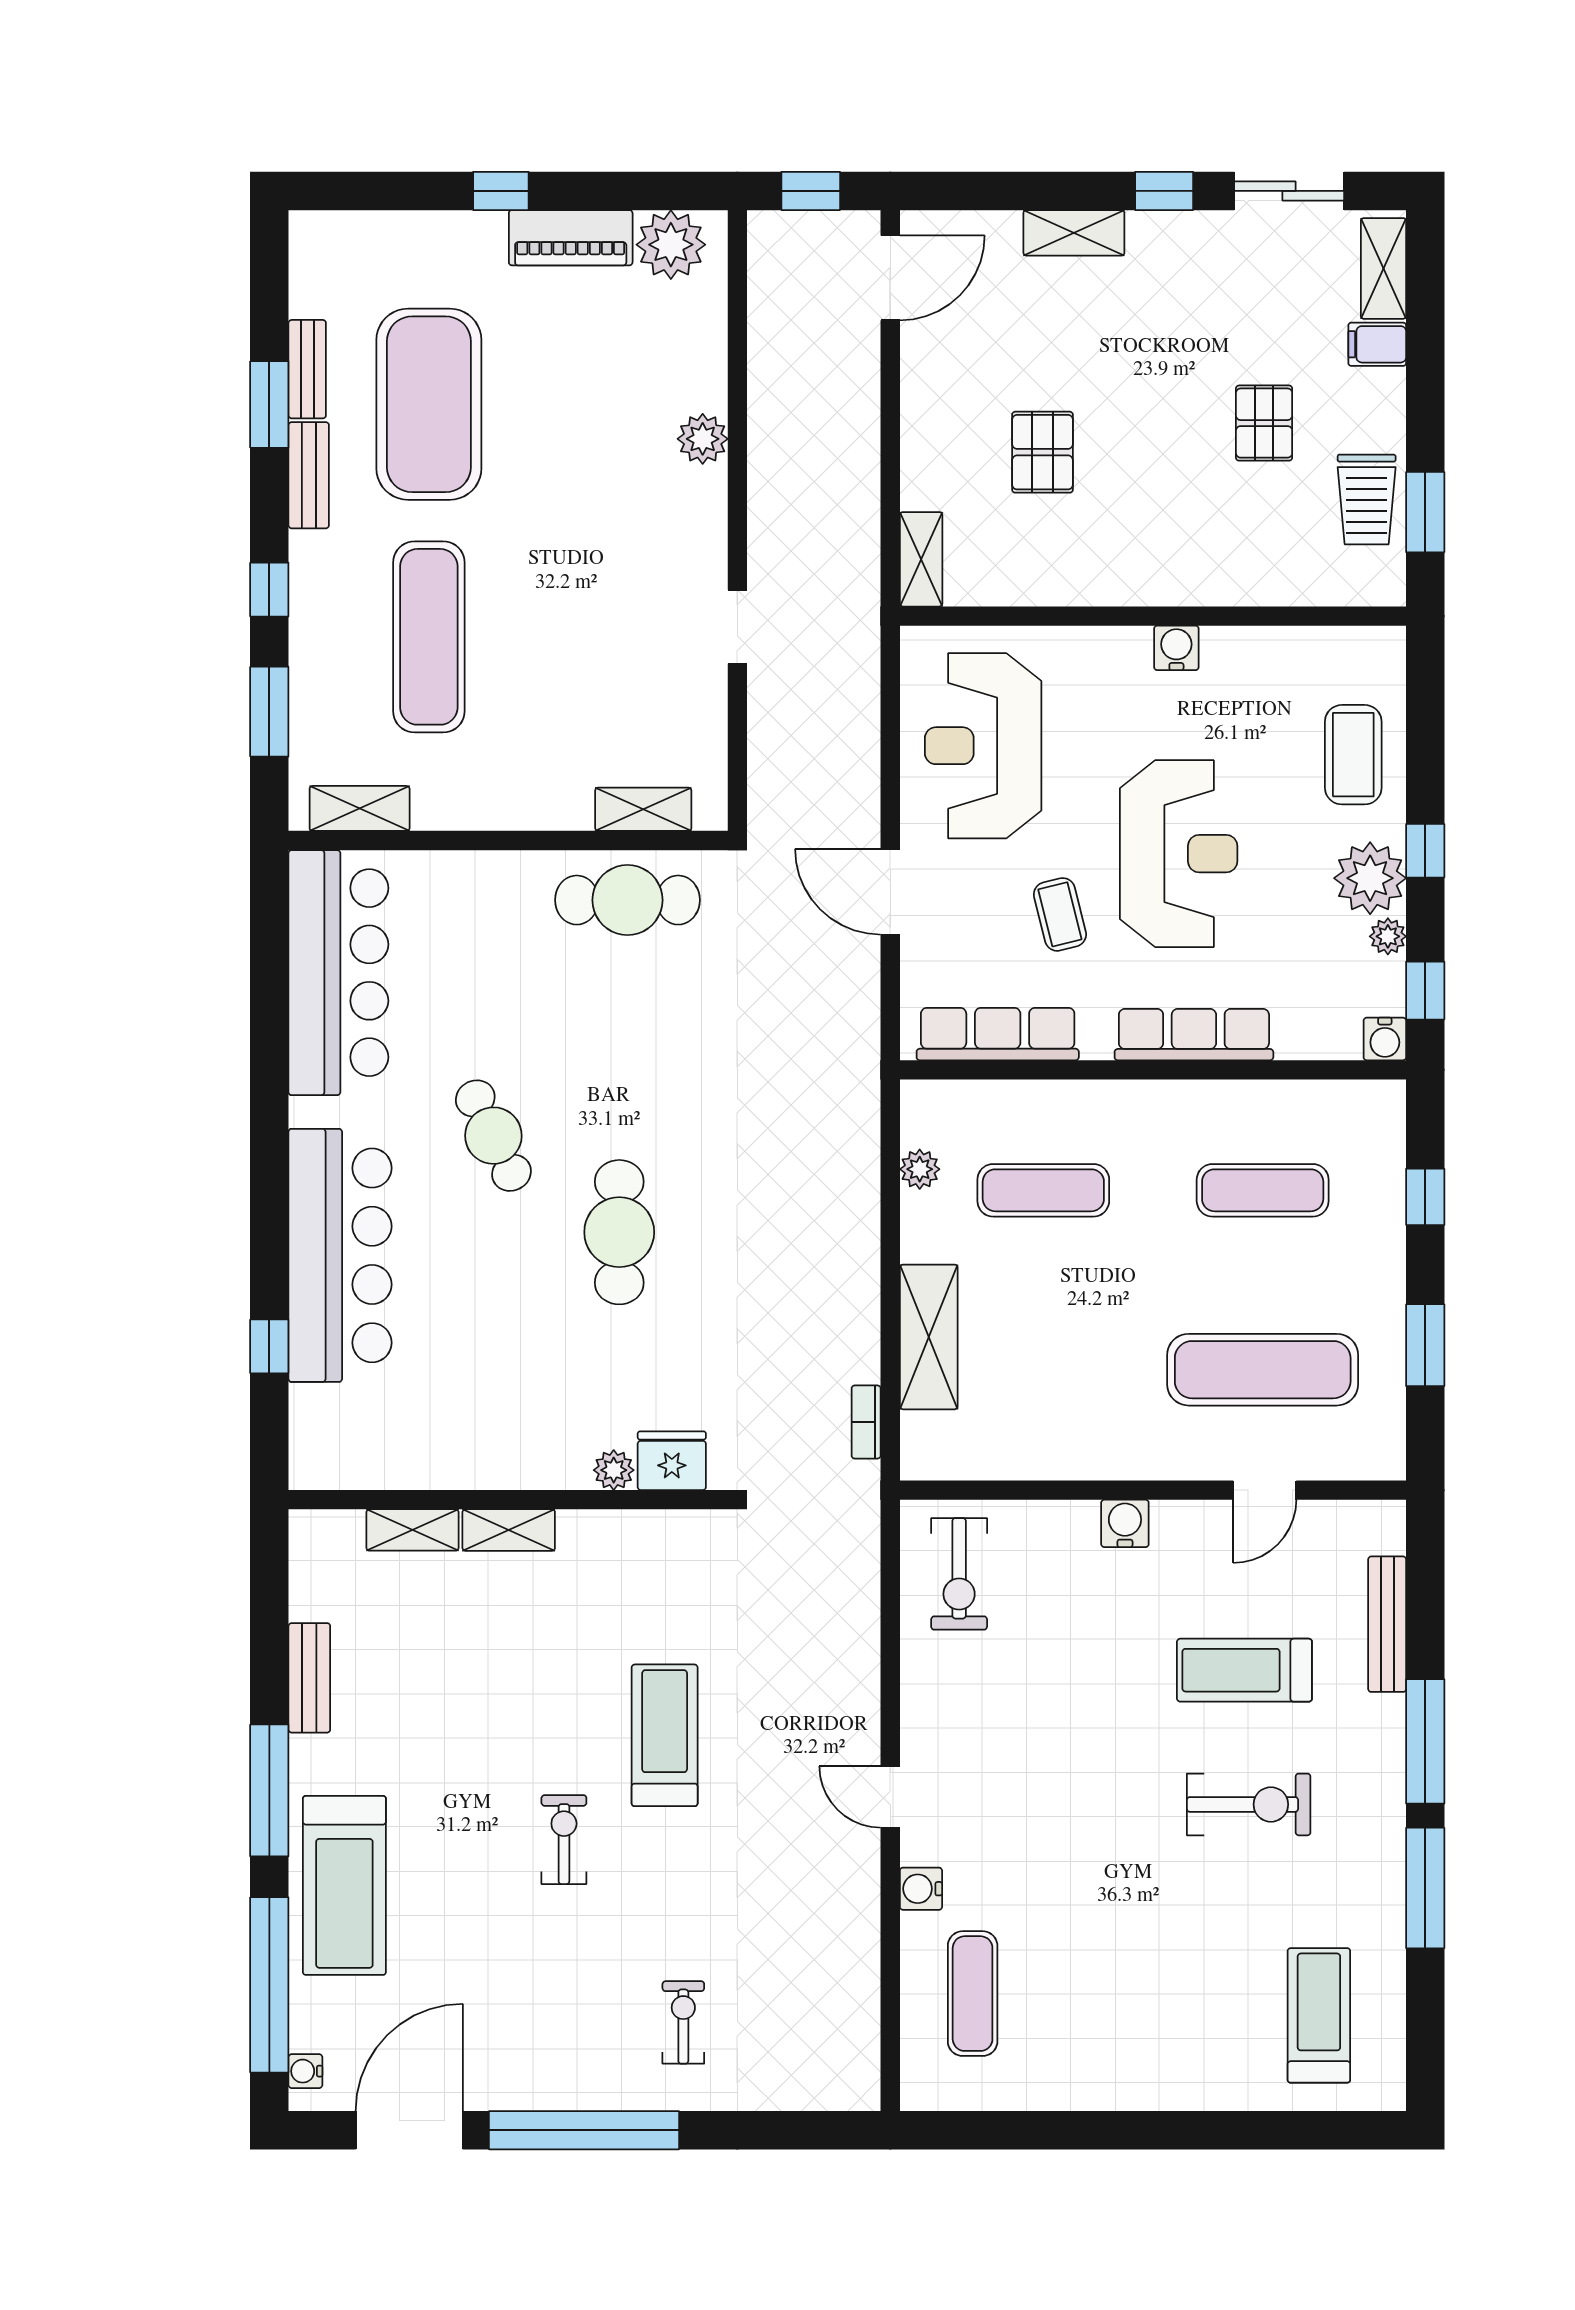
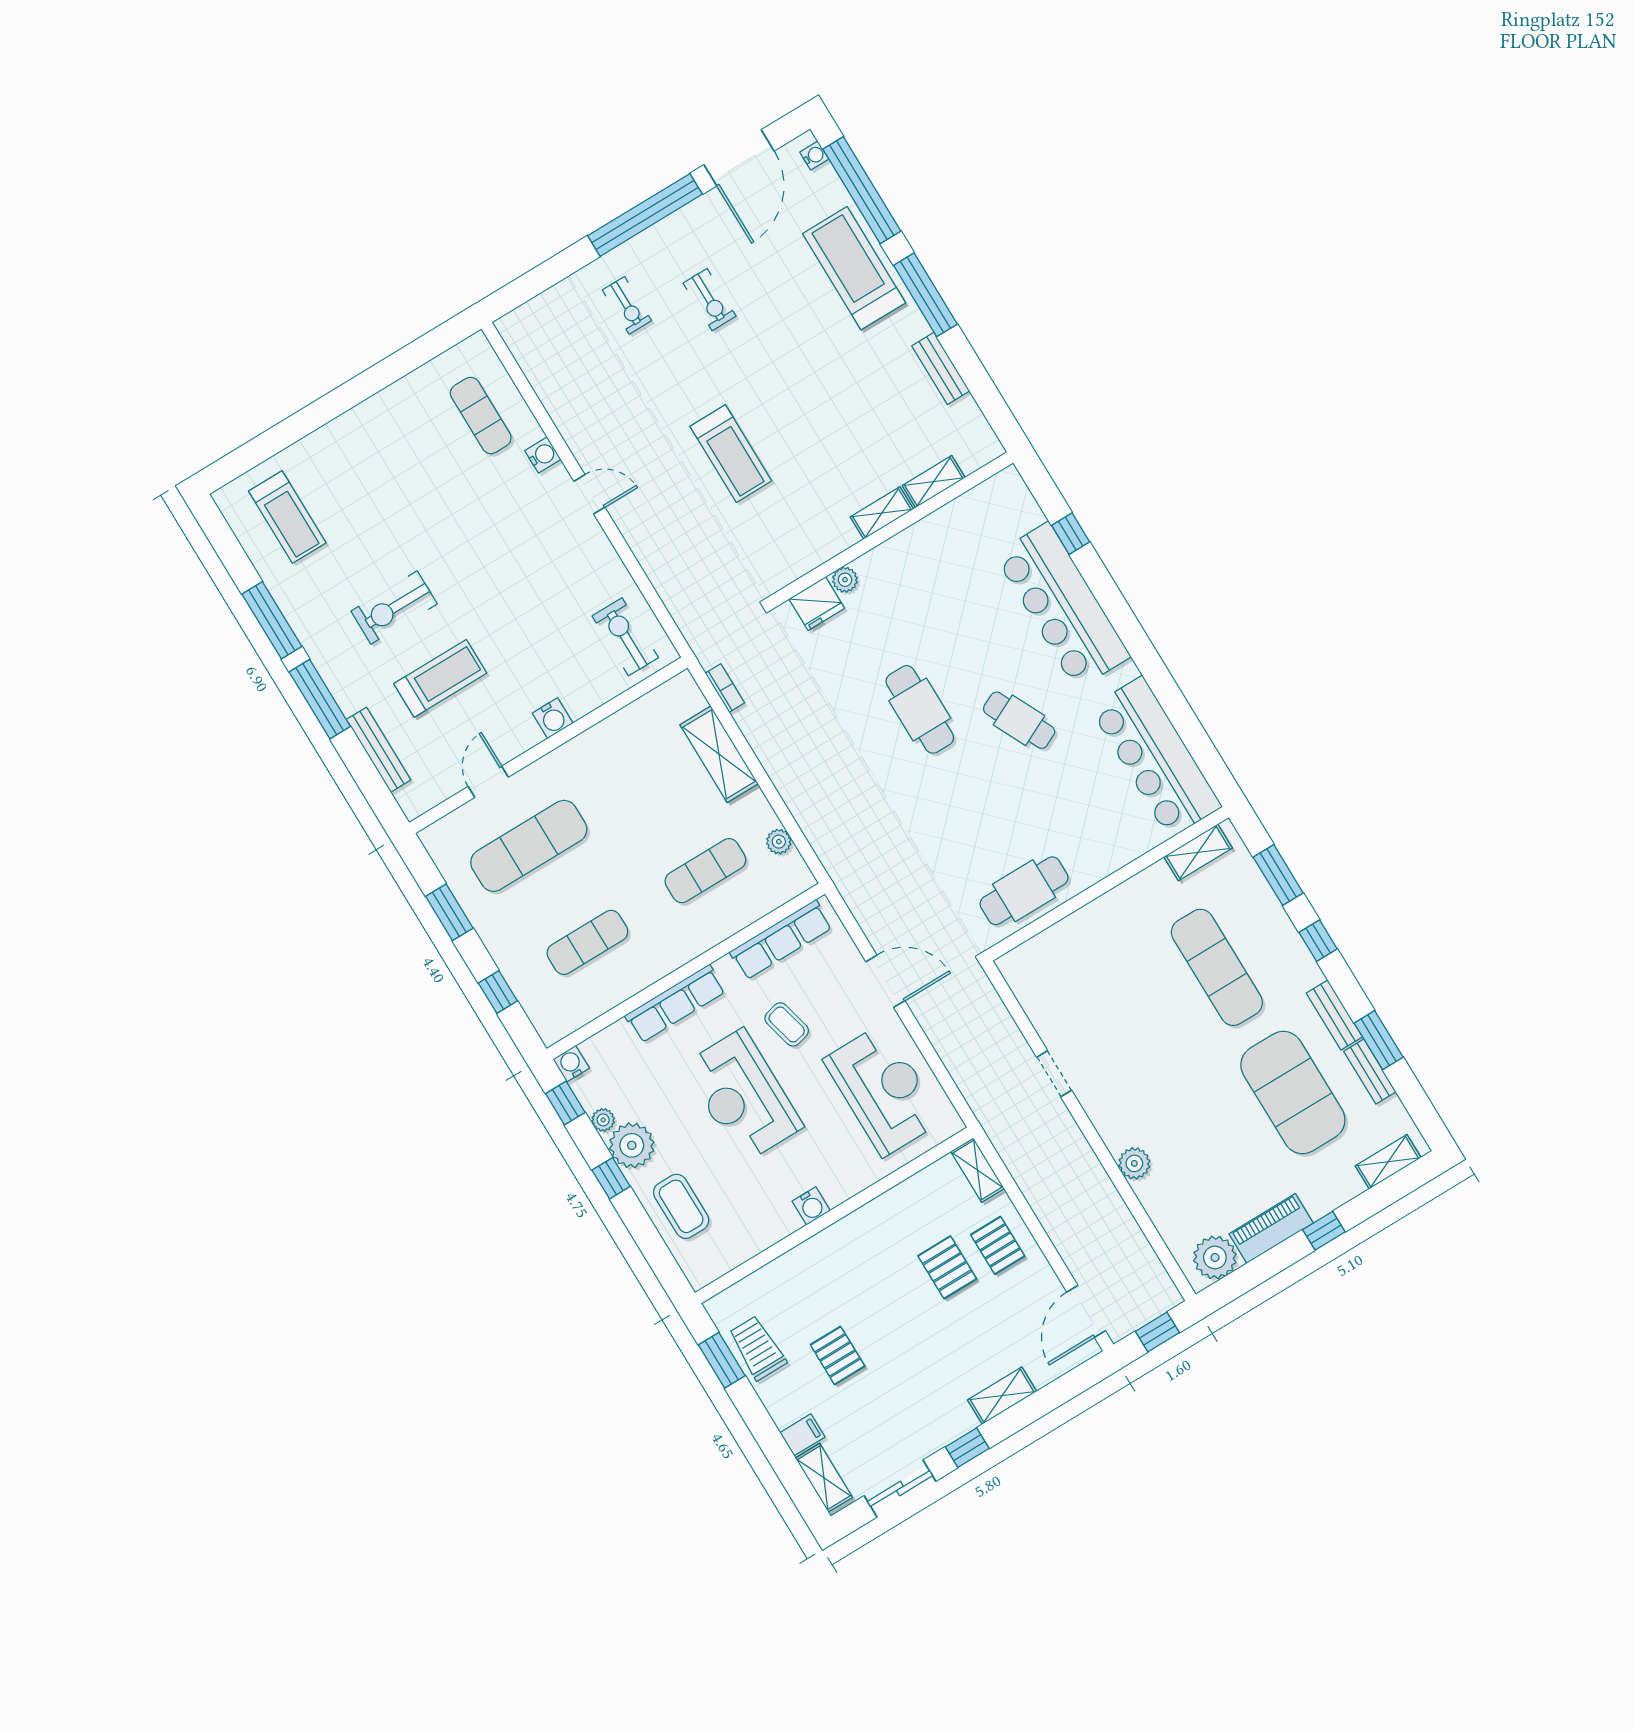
pallet: (956, 440) -> (998, 1245), added
shelving: (643, 809) -> (1388, 1162), moved
exercise bike: (564, 1840) -> (710, 300), moved

